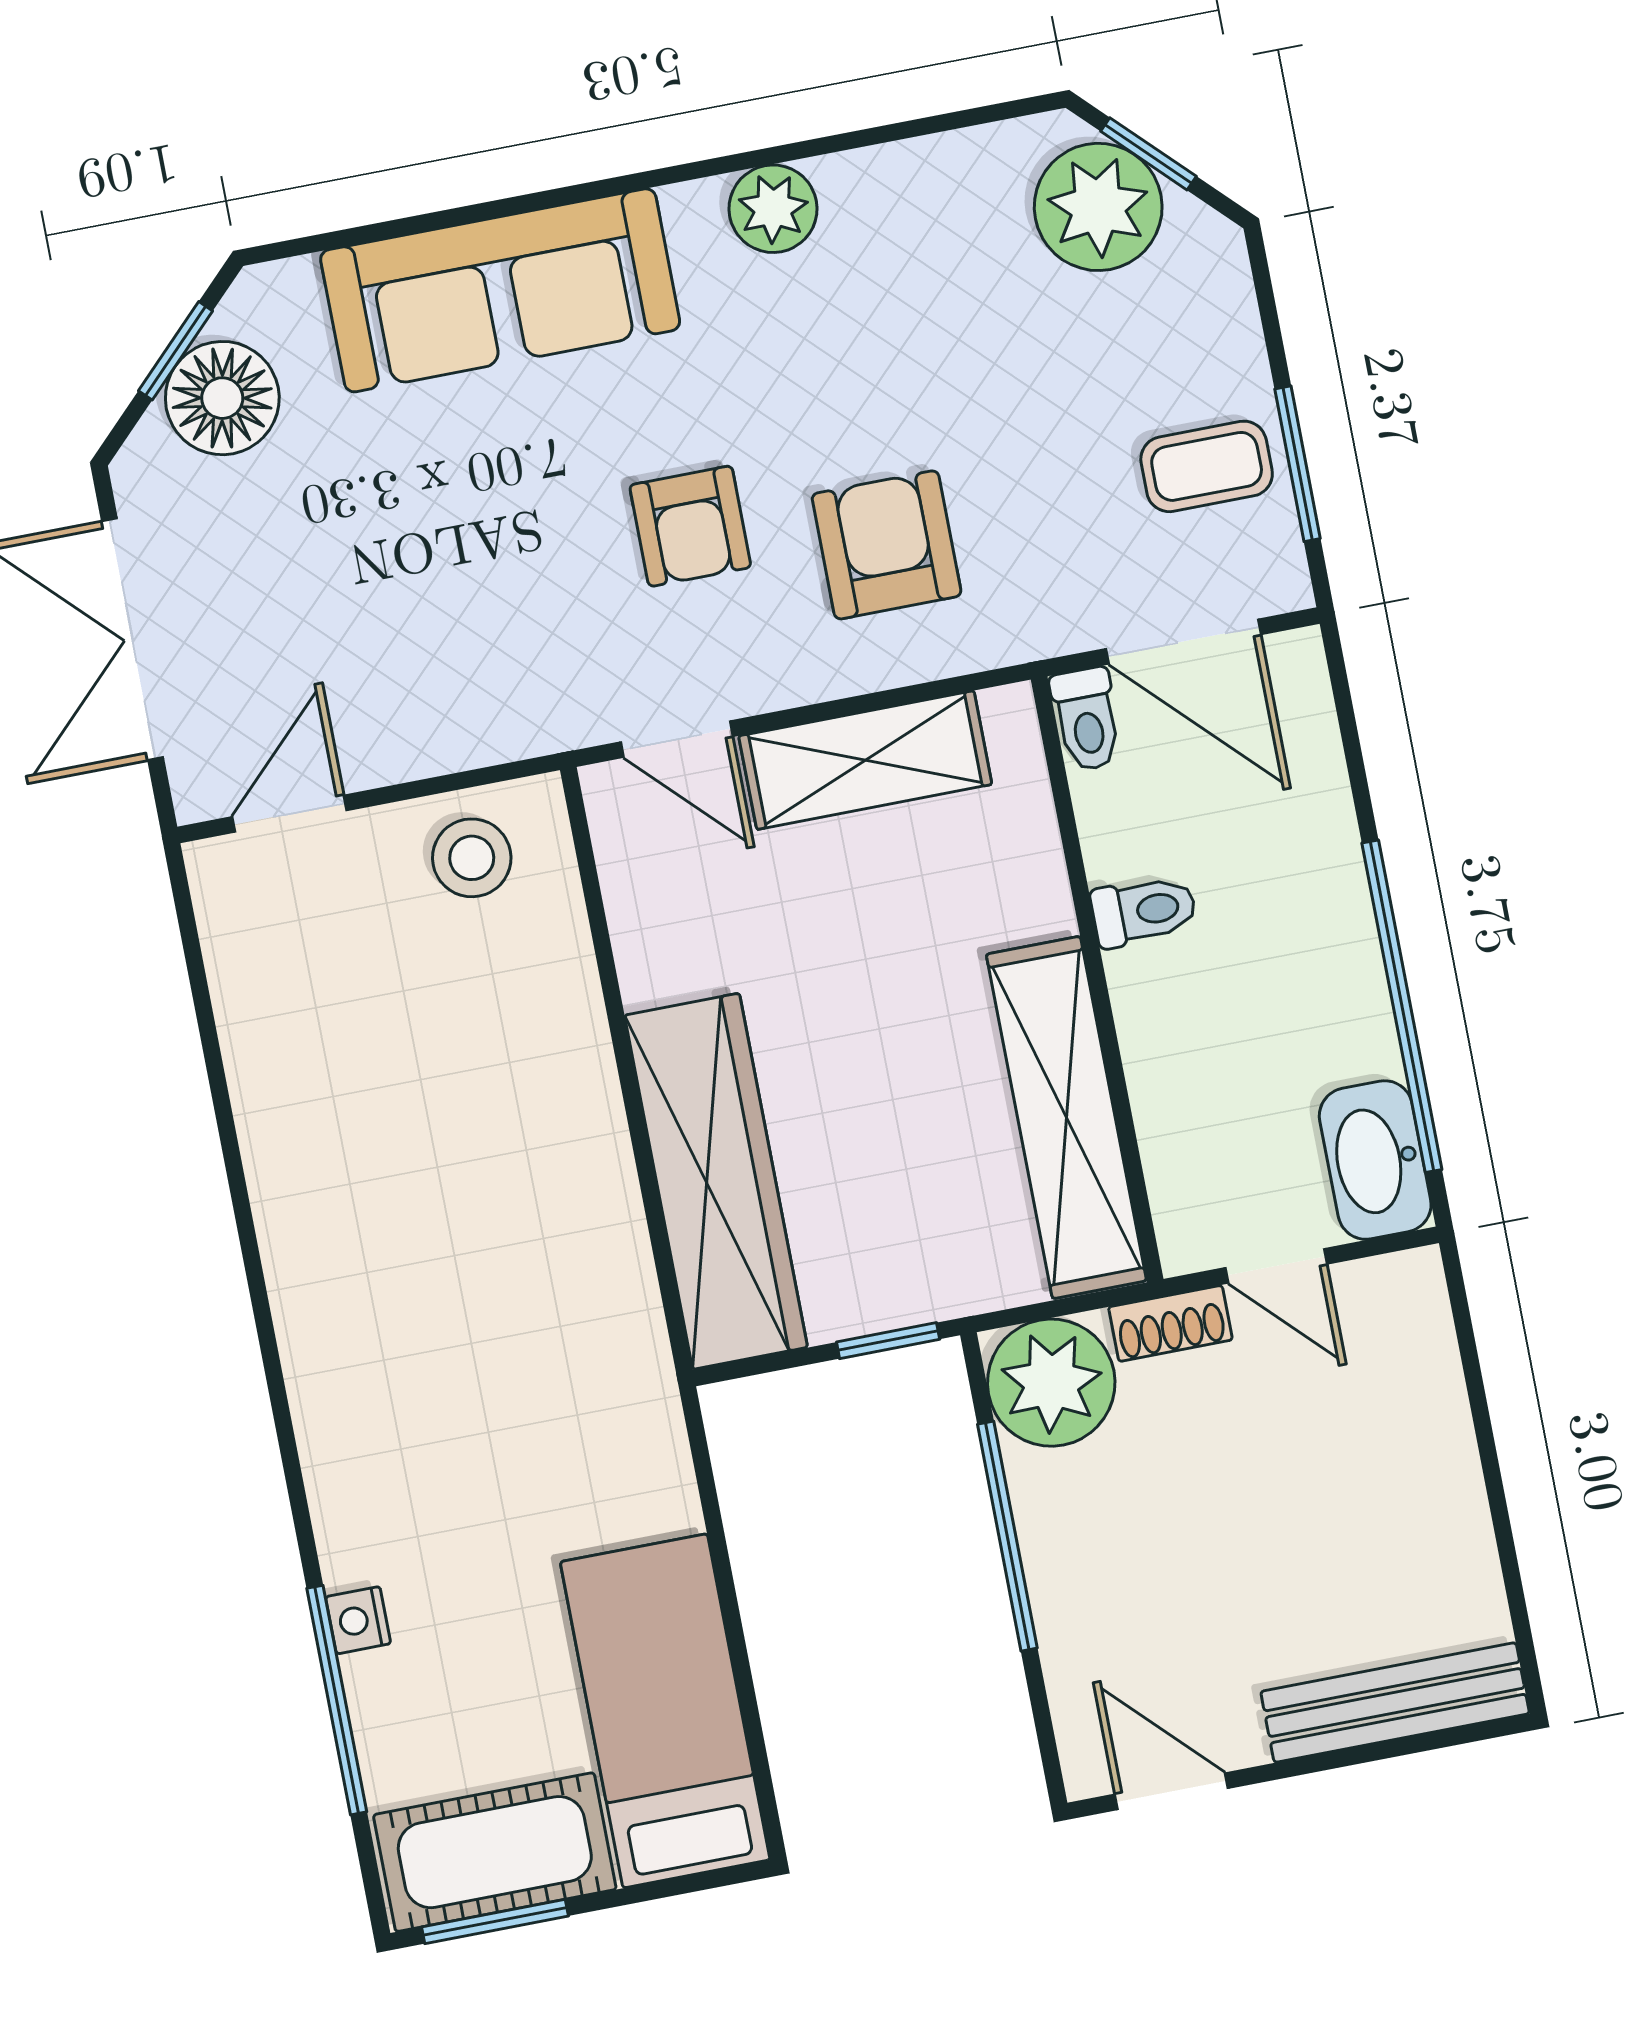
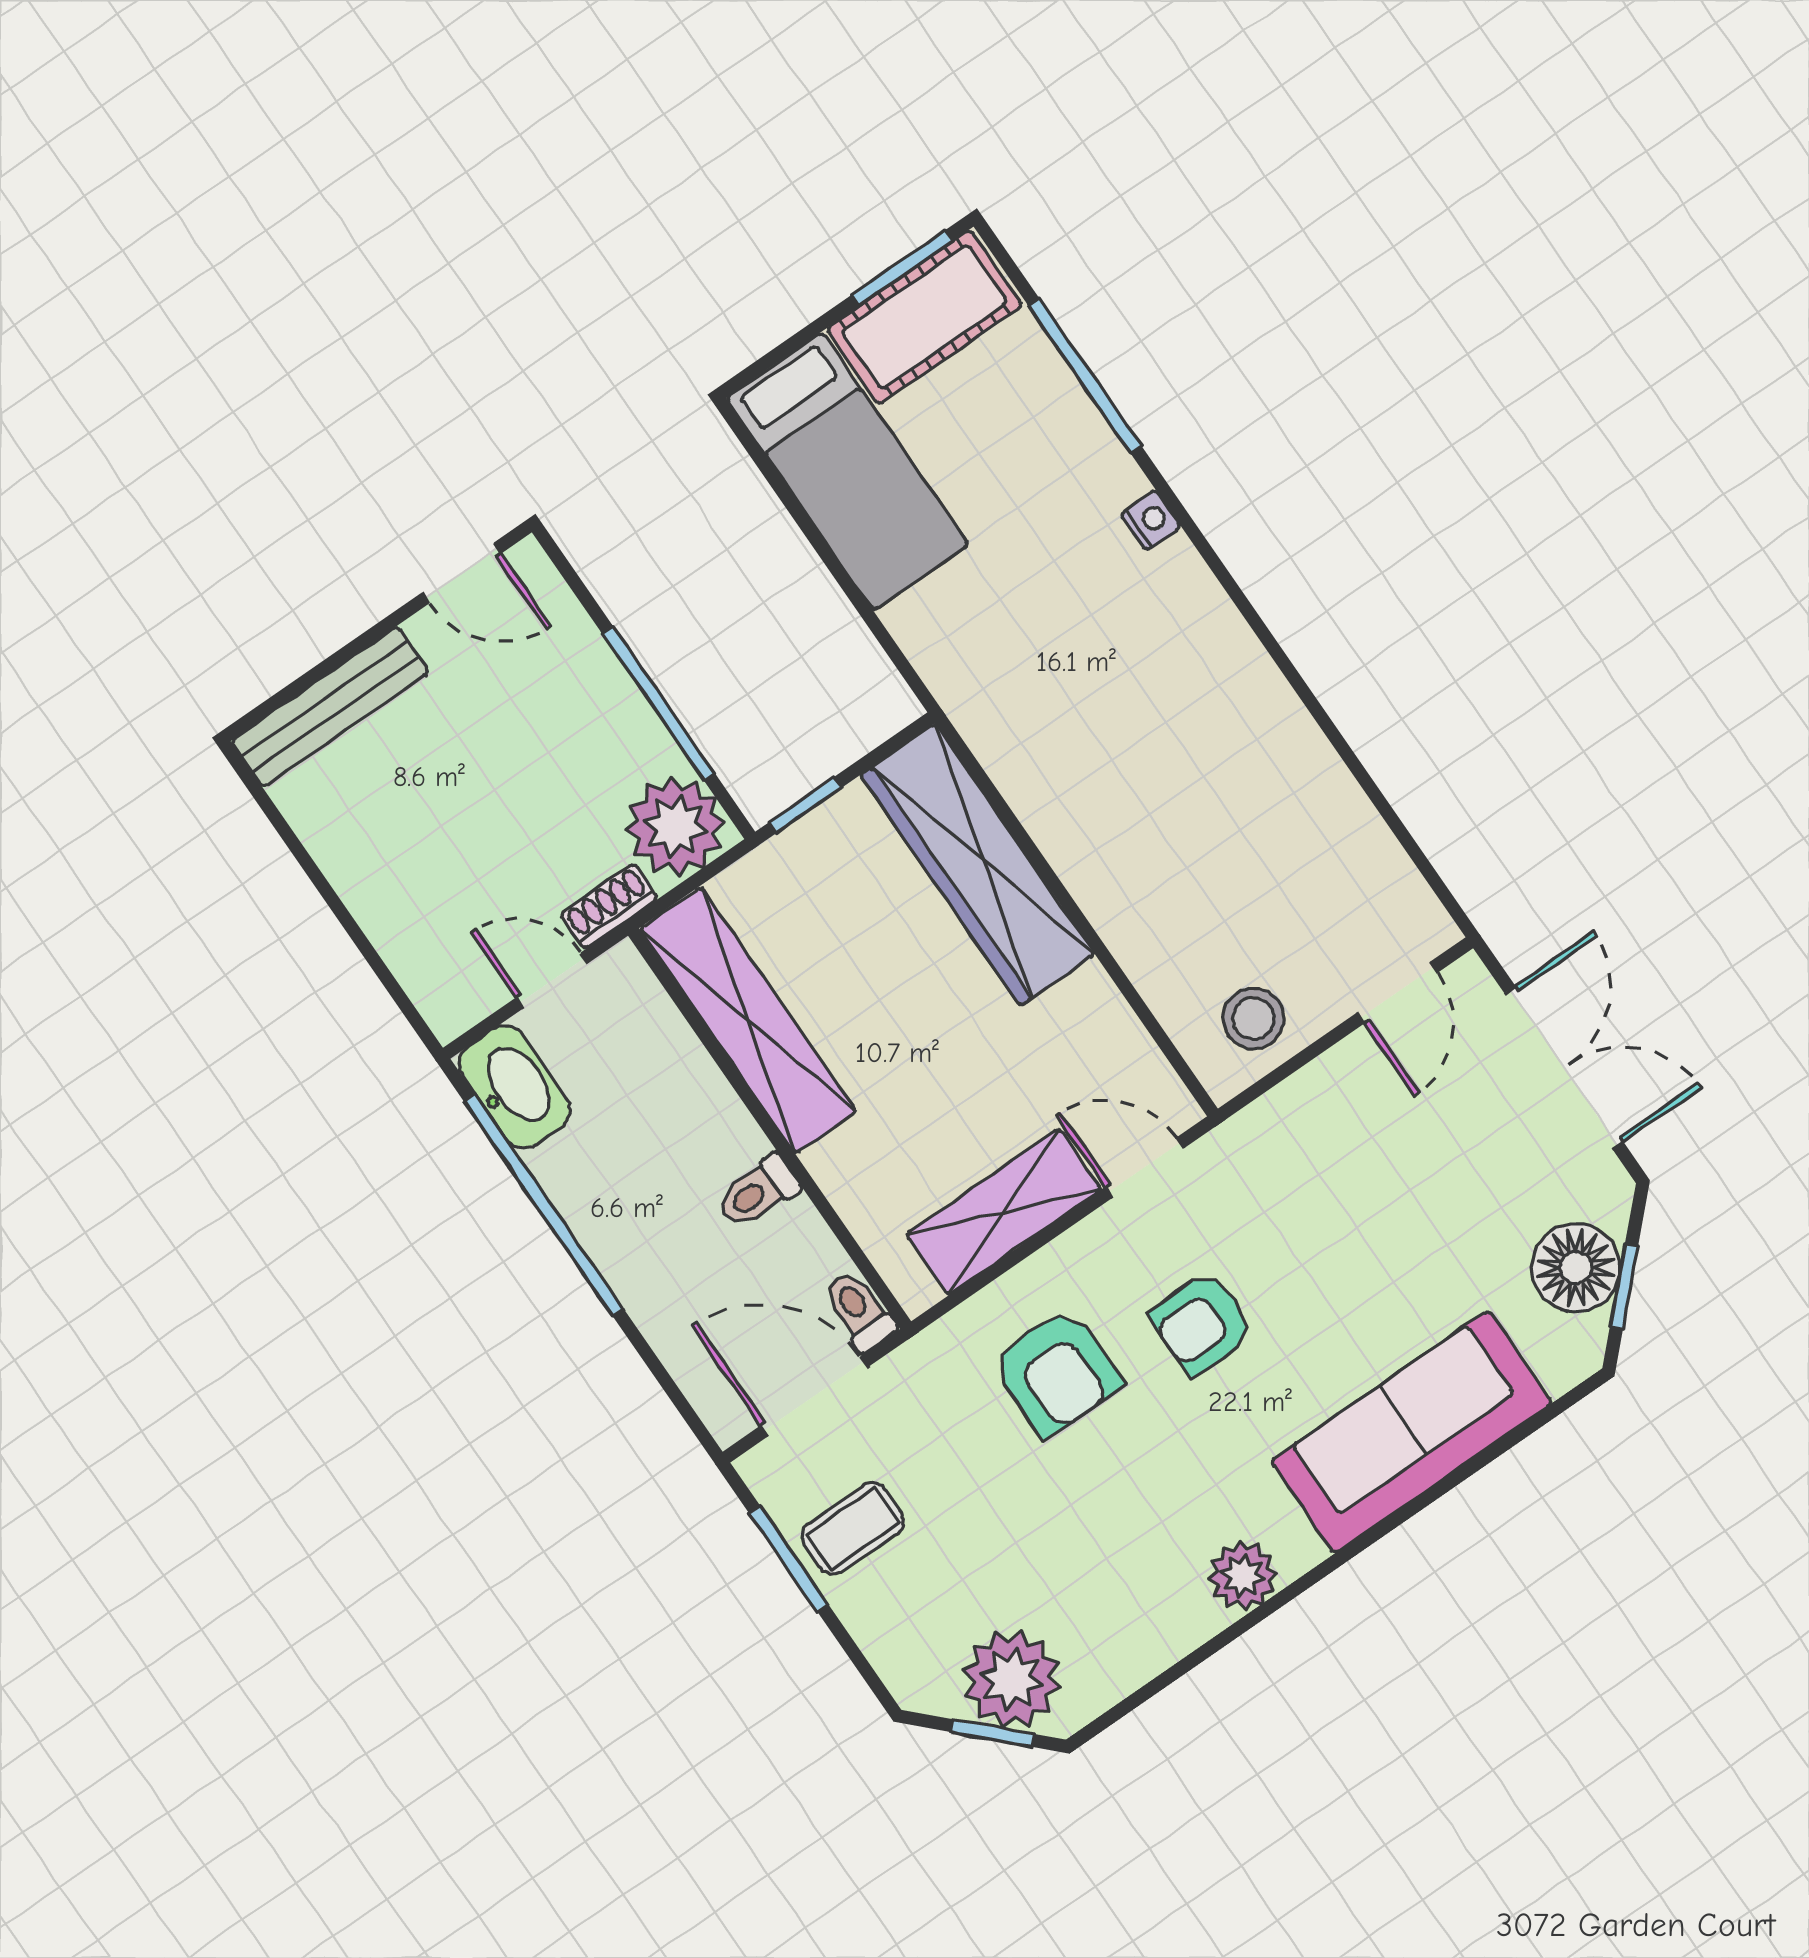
armchair: (690, 526) -> (1202, 1324), turned -90
nightstand: (358, 1620) -> (1151, 520), moved

